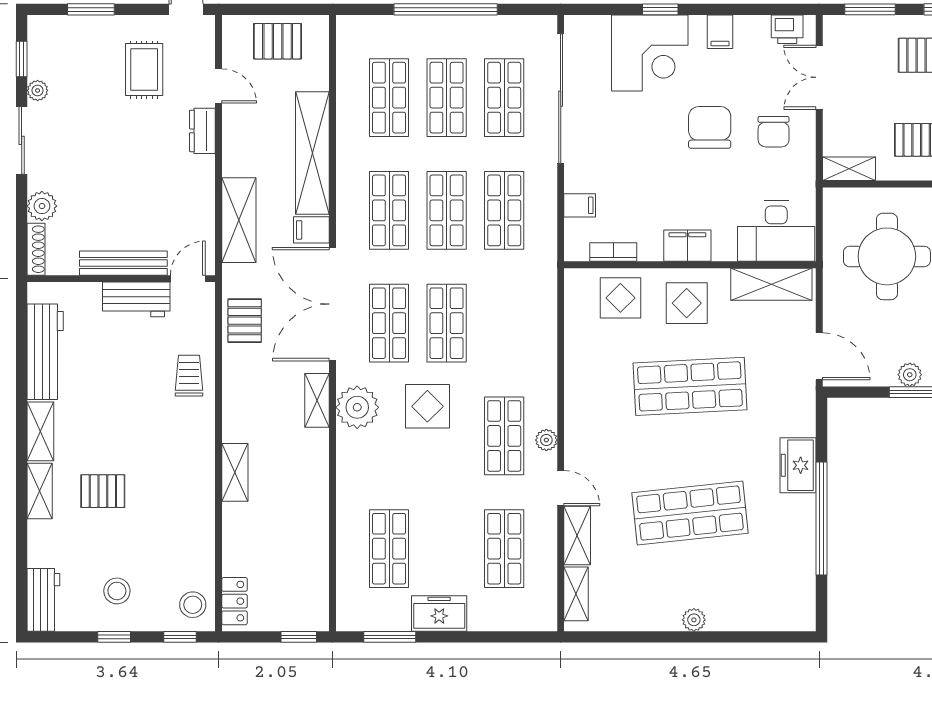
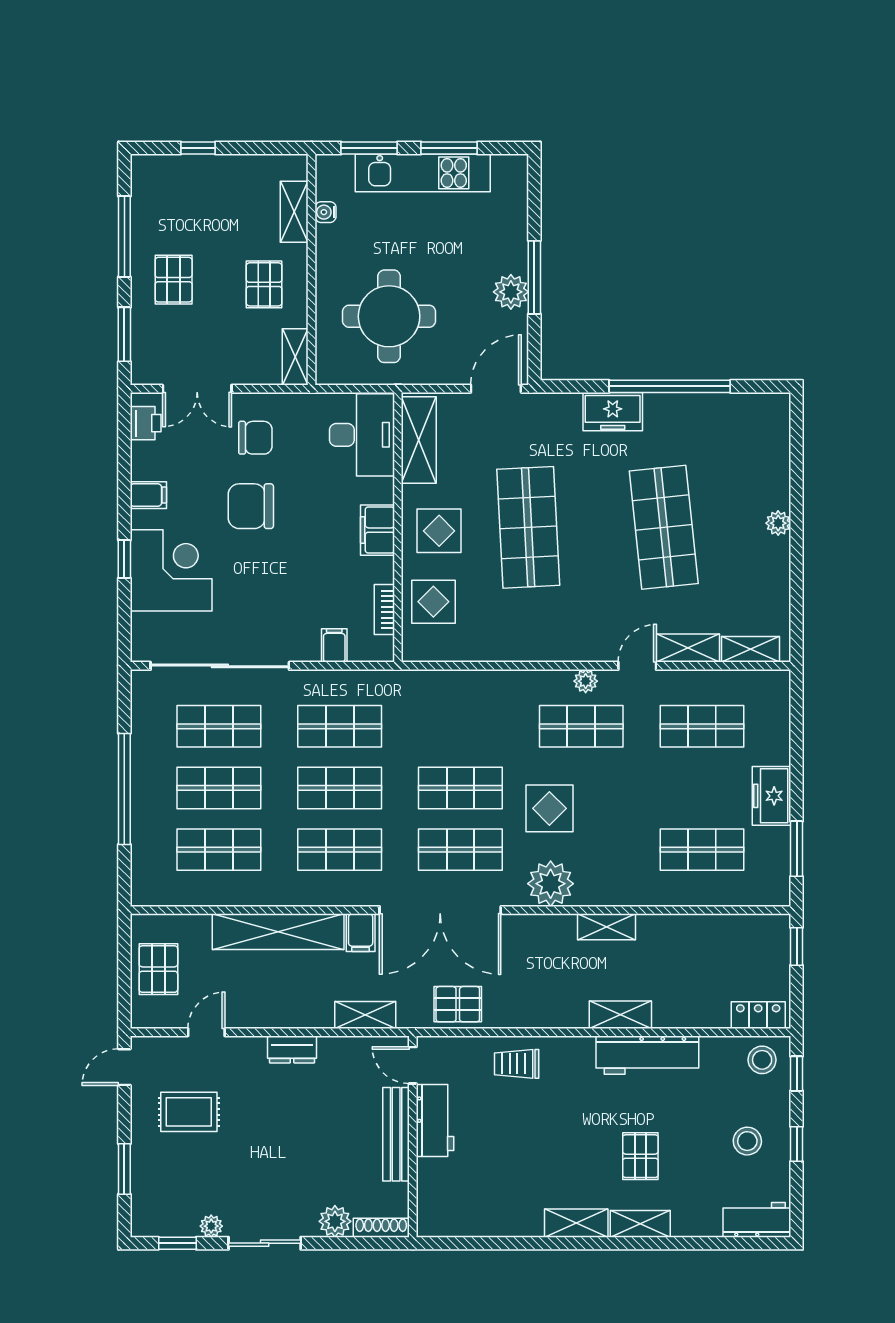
dresser: (202, 131) -> (292, 1050), moved
shelving: (239, 220) -> (365, 1015), width x0.67, depth x0.75
workbench: (45, 352) -> (647, 1055), moved, turned 180
plant: (910, 375) -> (511, 292), width x1.38, depth x1.38
shelving: (317, 400) -> (606, 927), moved

